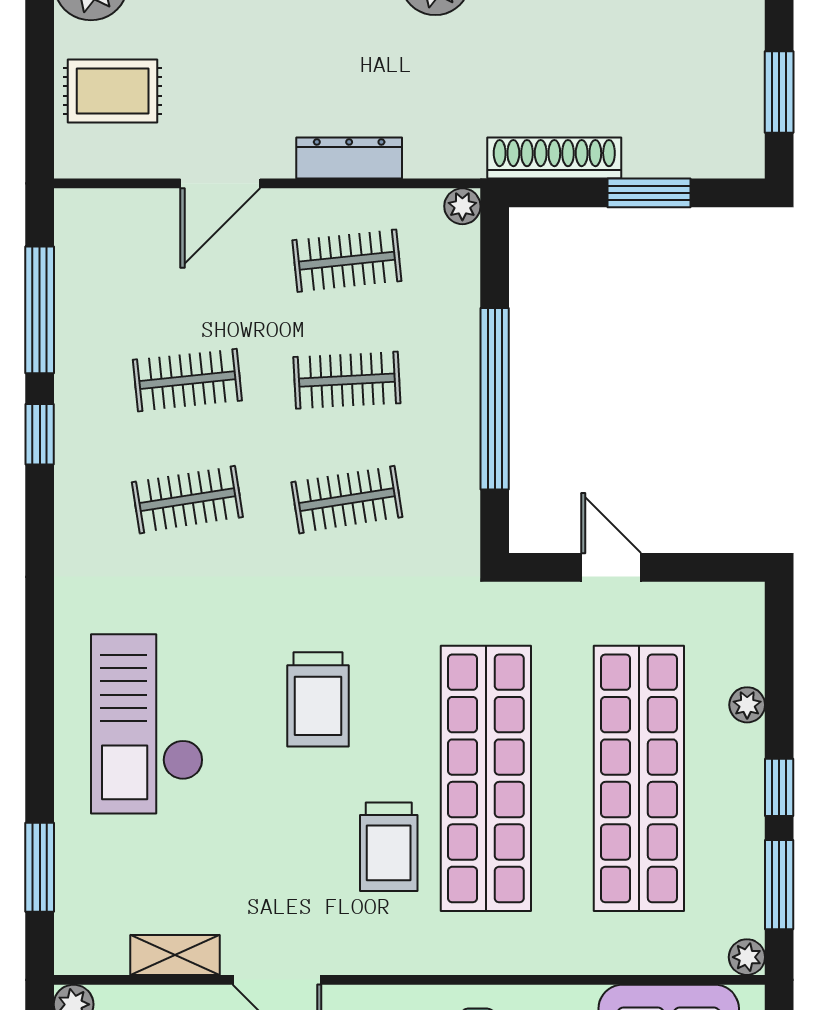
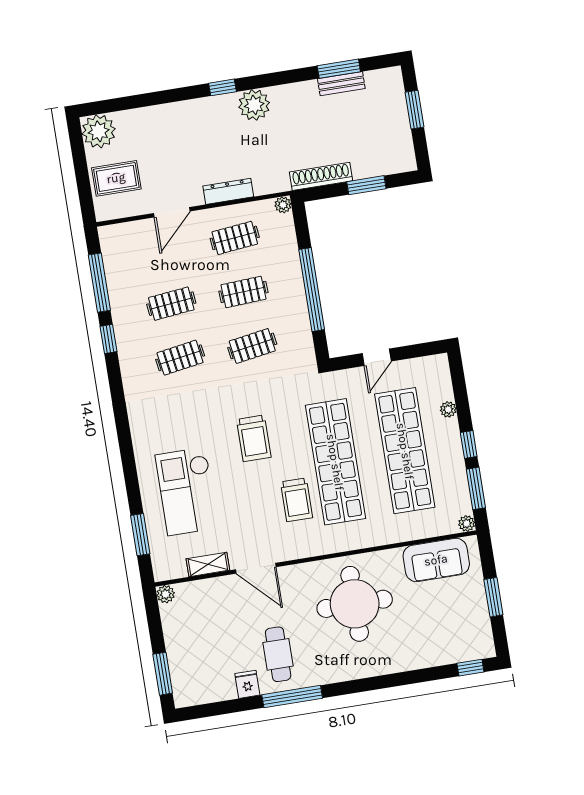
window: (779, 92) -> (414, 110), moved
door: (611, 567) -> (377, 357), swing flipped
checkout: (147, 724) -> (187, 491), moved

